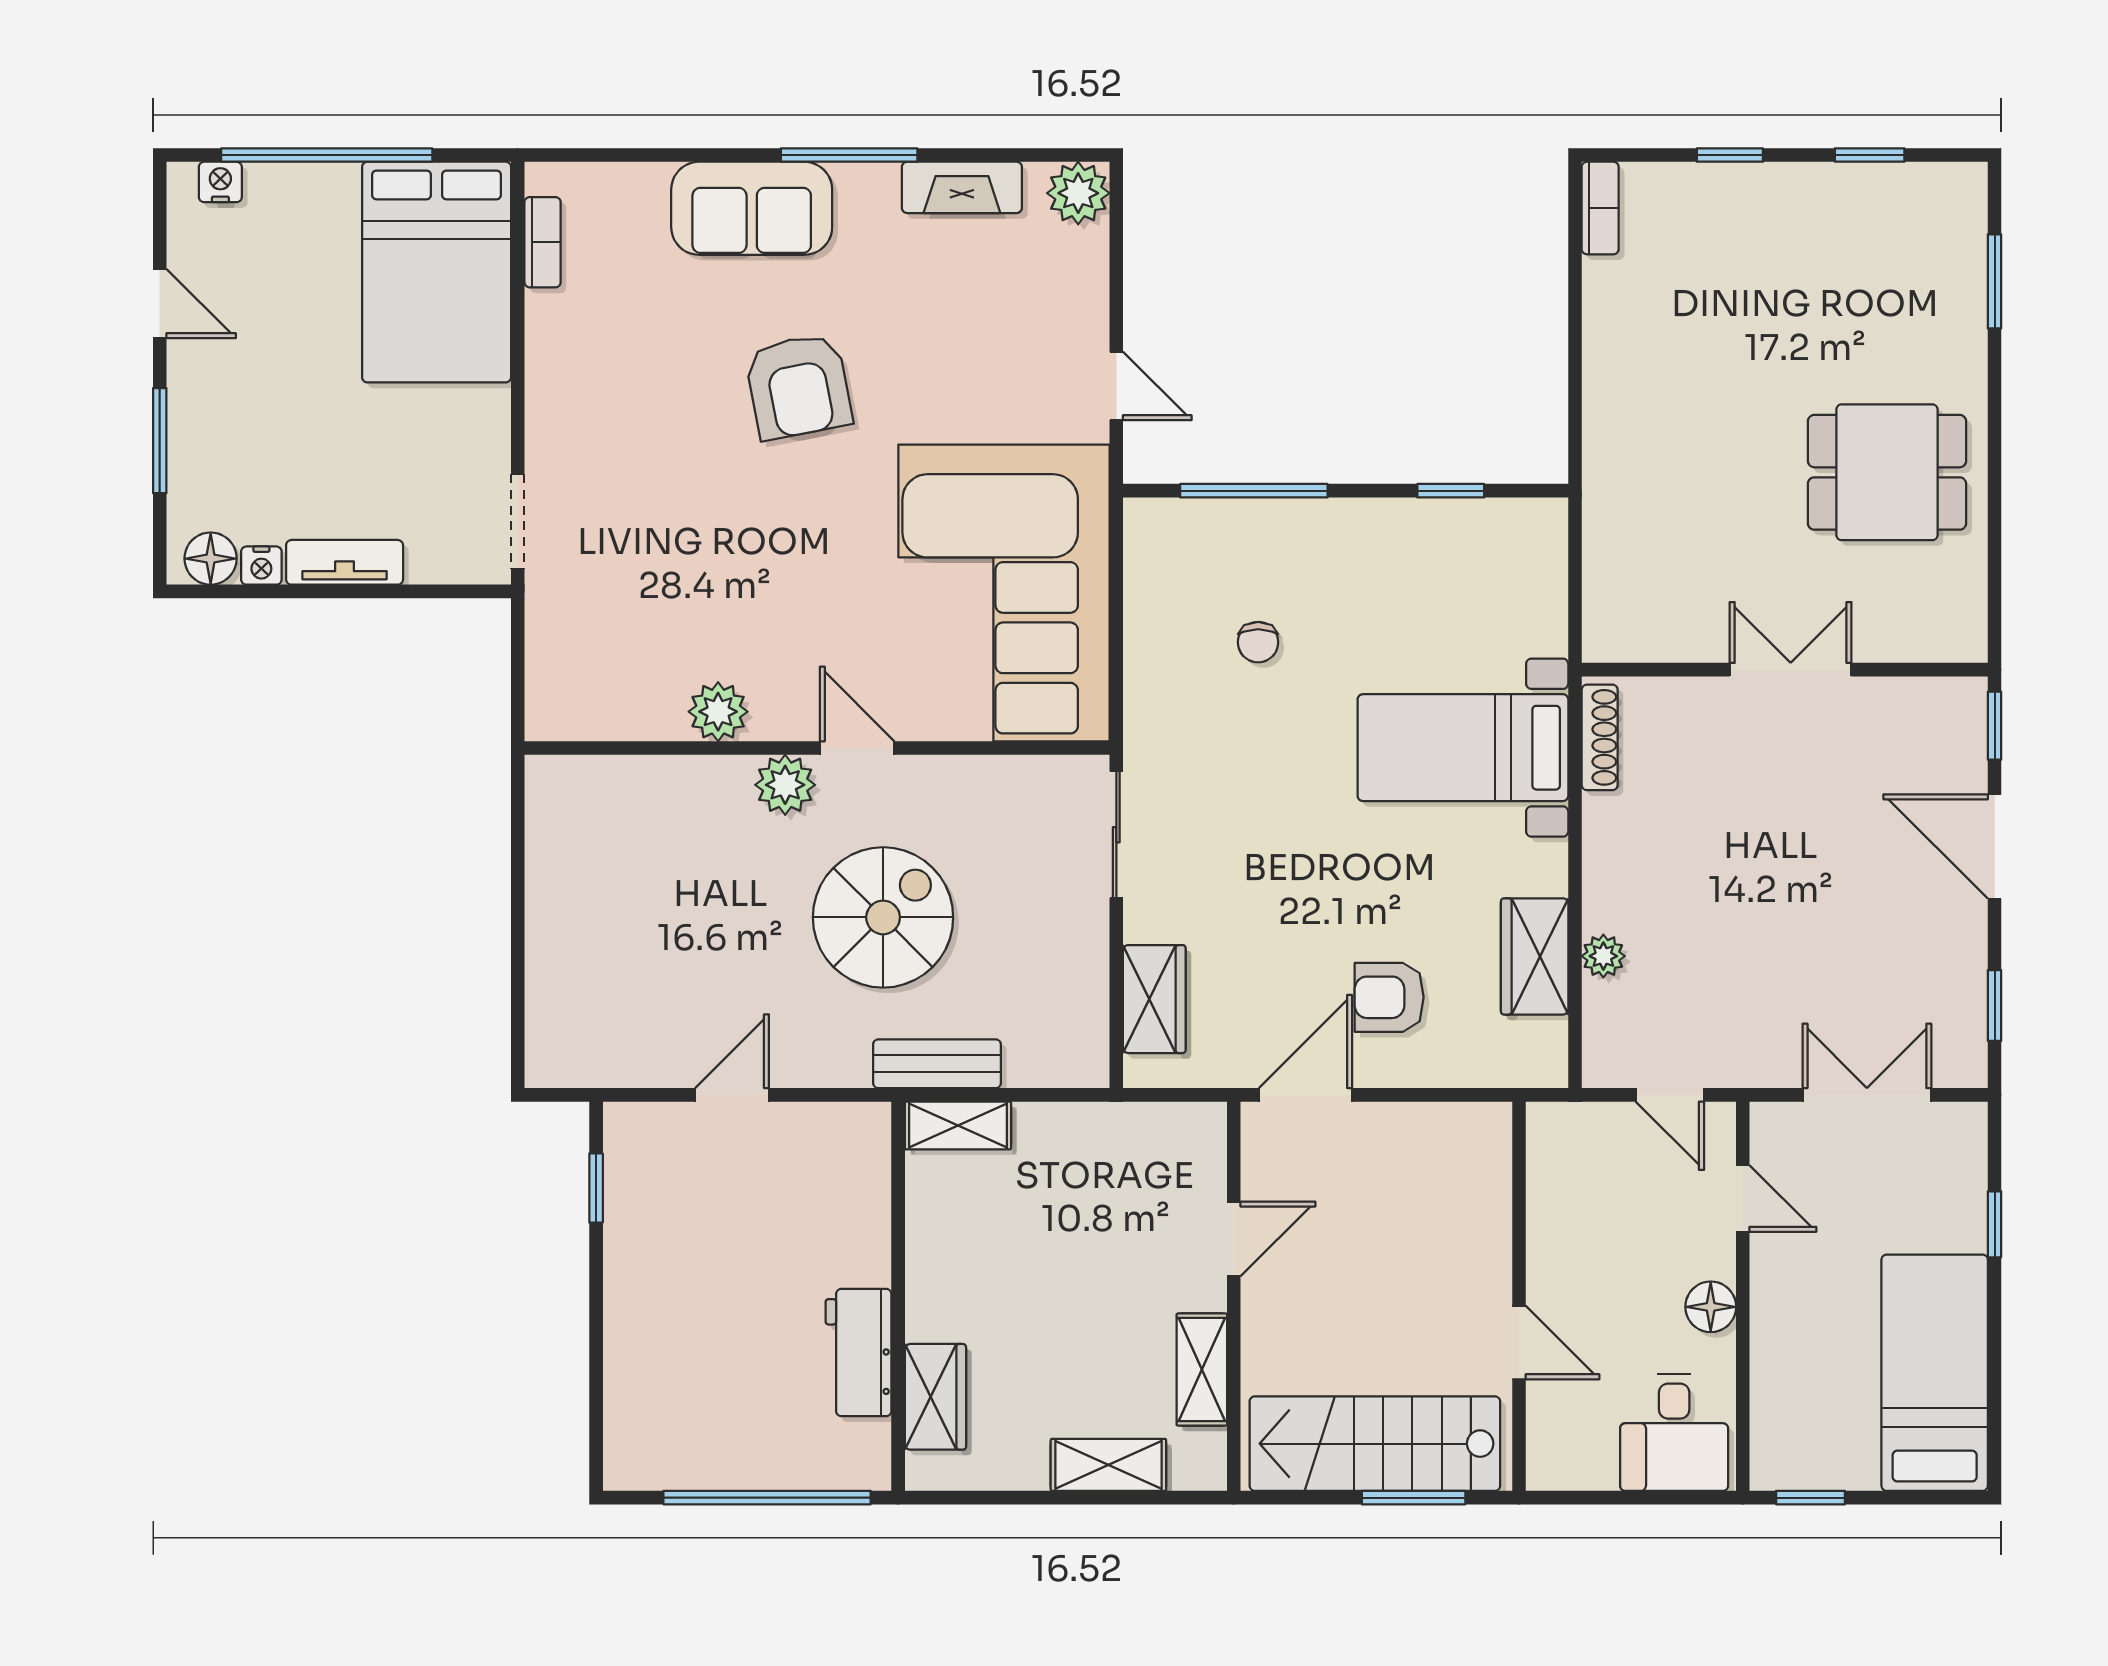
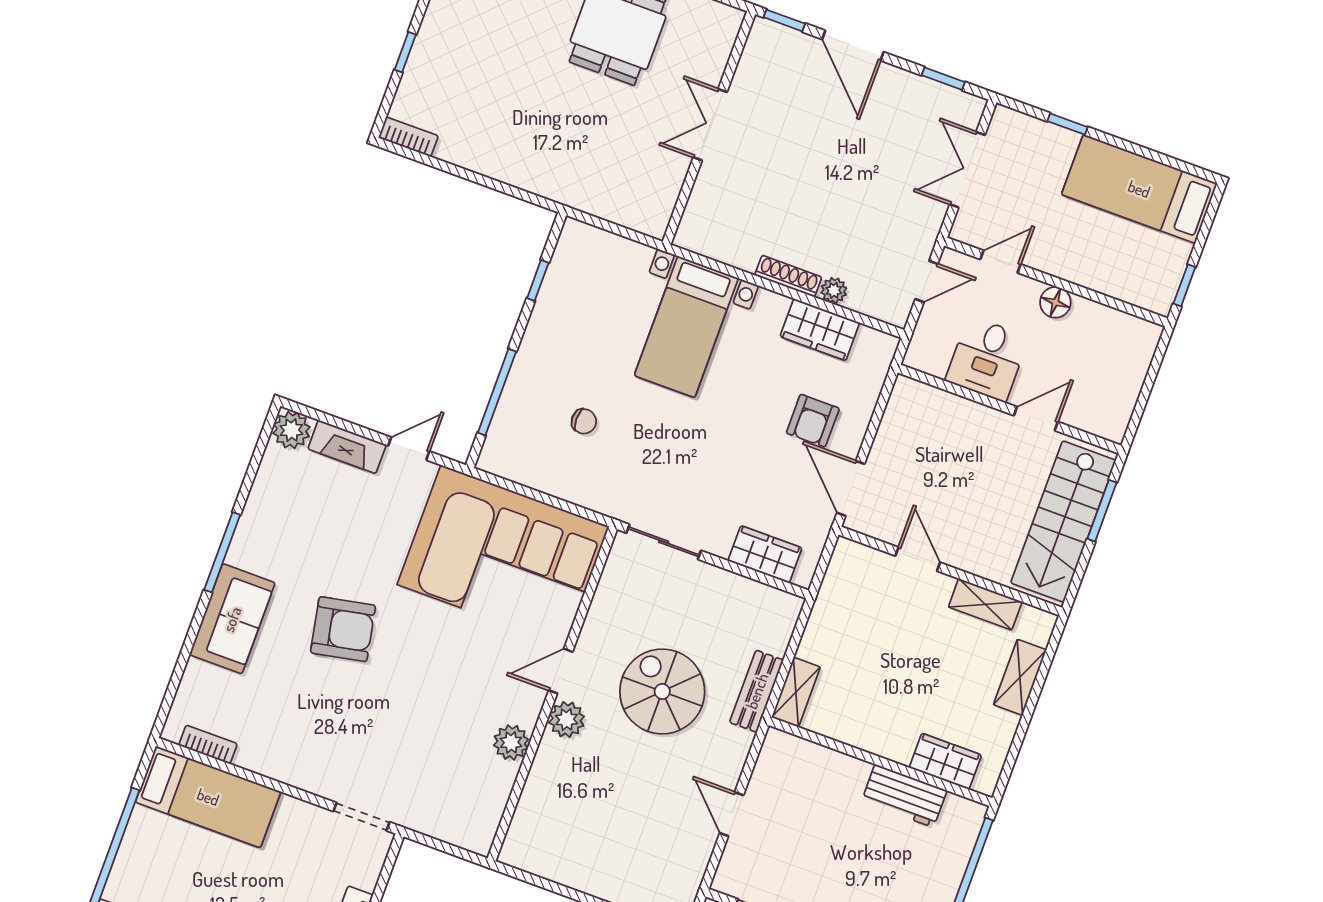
fireplace: (962, 187) -> (347, 447), moved, turned 90
bed: (437, 272) -> (208, 797), width x0.67
shoe rack: (1600, 737) -> (788, 276), moved
door: (1995, 846) -> (853, 46), hinge flipped
desk: (1674, 1433) -> (987, 359), moved, turned 90

